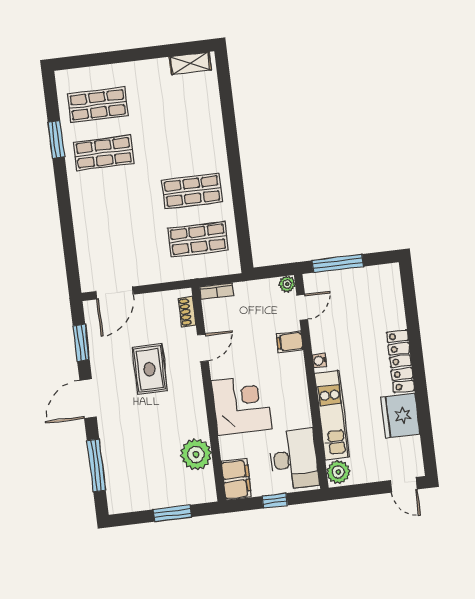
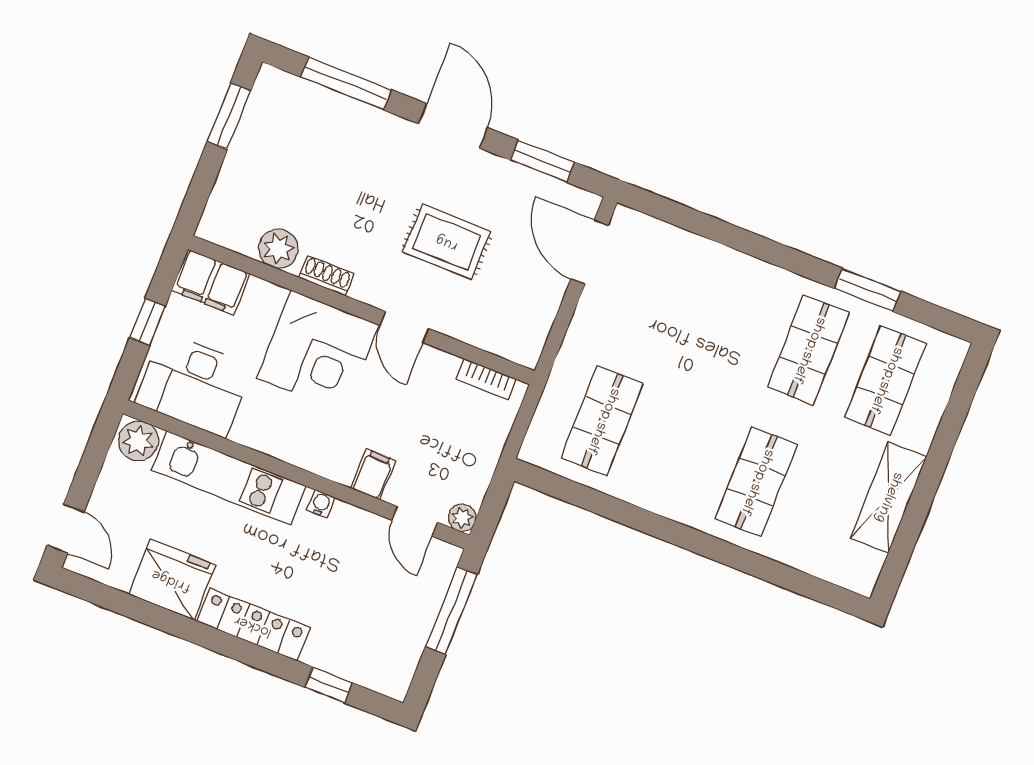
shelving: (190, 63) -> (888, 497), moved, width x1.50, depth x1.33
shop shelf: (192, 191) -> (756, 482), moved
bookcase: (216, 291) -> (486, 379), moved, turned -90
window: (410, 306) -> (329, 685), added
shoe rack: (187, 312) -> (326, 276), moved
door: (203, 348) -> (404, 327), moved
plant: (196, 454) -> (279, 249), width x0.73, depth x0.73
door: (404, 485) -> (66, 528), swing flipped
window: (172, 513) -> (229, 116), moved

